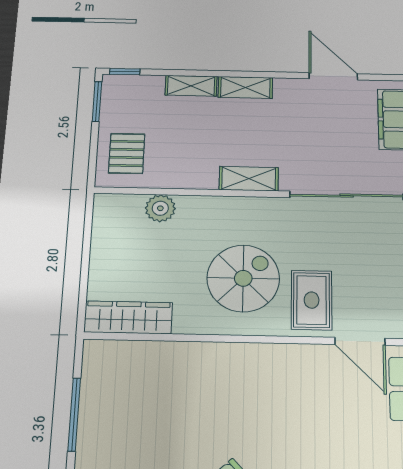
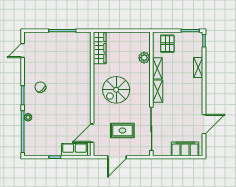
shelving: (245, 88) -> (157, 68), moved
pallet: (127, 153) -> (167, 44), turned 90
spiral stairs: (243, 278) -> (116, 90), turned 90
rug: (312, 300) -> (122, 130), moved

